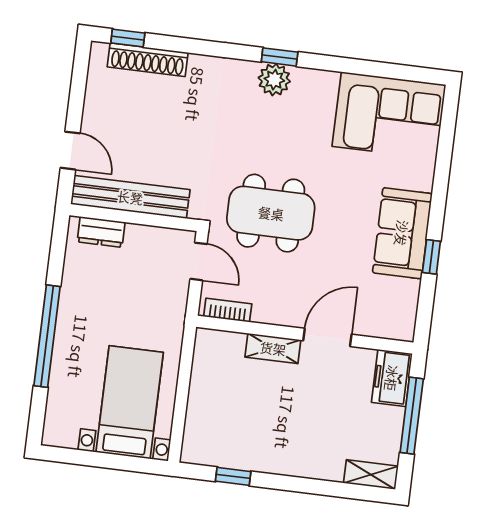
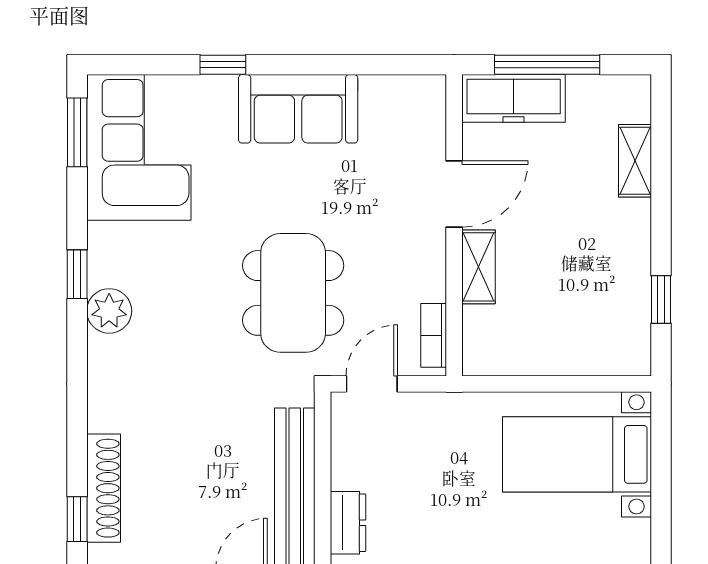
window: (280, 57) -> (77, 274), moved
window: (405, 73) -> (77, 132), added
window: (431, 257) -> (223, 65), moved
door: (327, 337) -> (454, 194), swing flipped
freezer: (392, 378) -> (514, 98), width x1.40
shelving: (371, 475) -> (635, 161), moved

